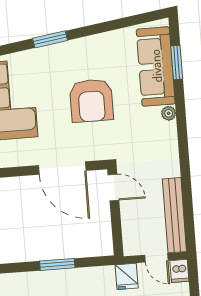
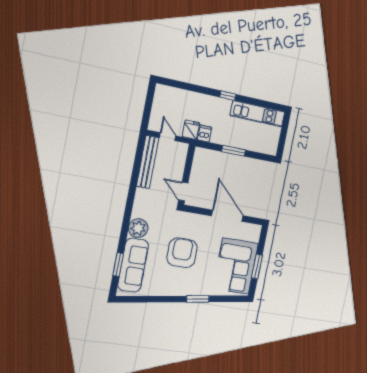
plant: (169, 113) -> (138, 228), width x1.87, depth x1.87
door: (62, 168) -> (227, 216), moved
dishwasher: (179, 271) -> (204, 134), moved

